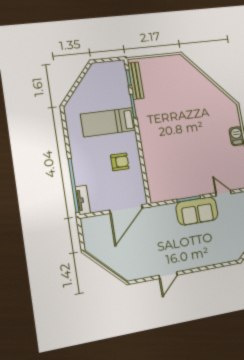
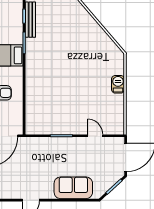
sofa: (197, 211) -> (73, 188), moved, turned 180

